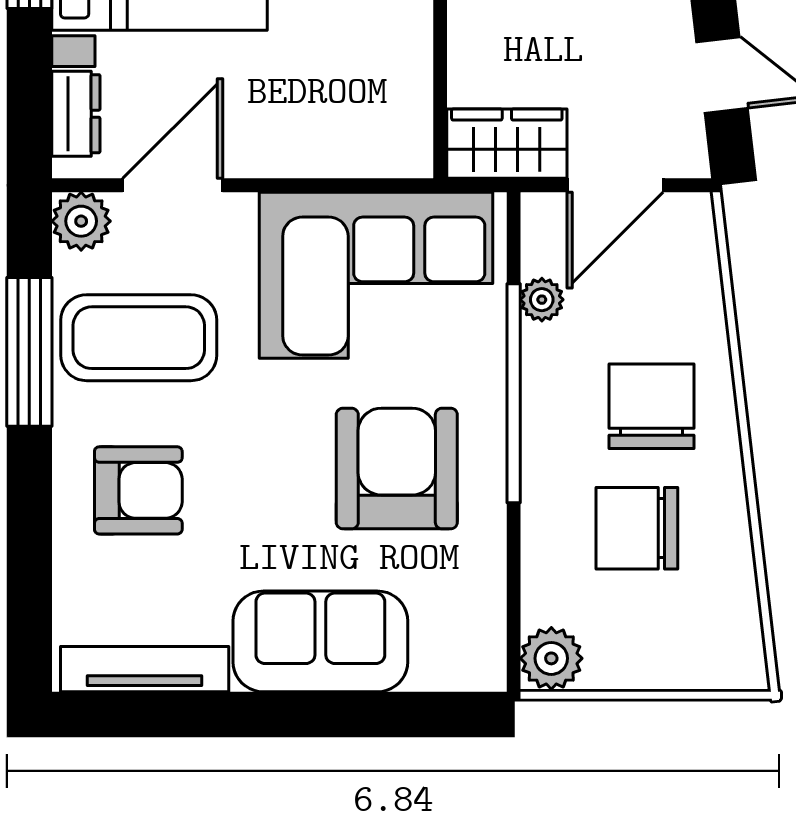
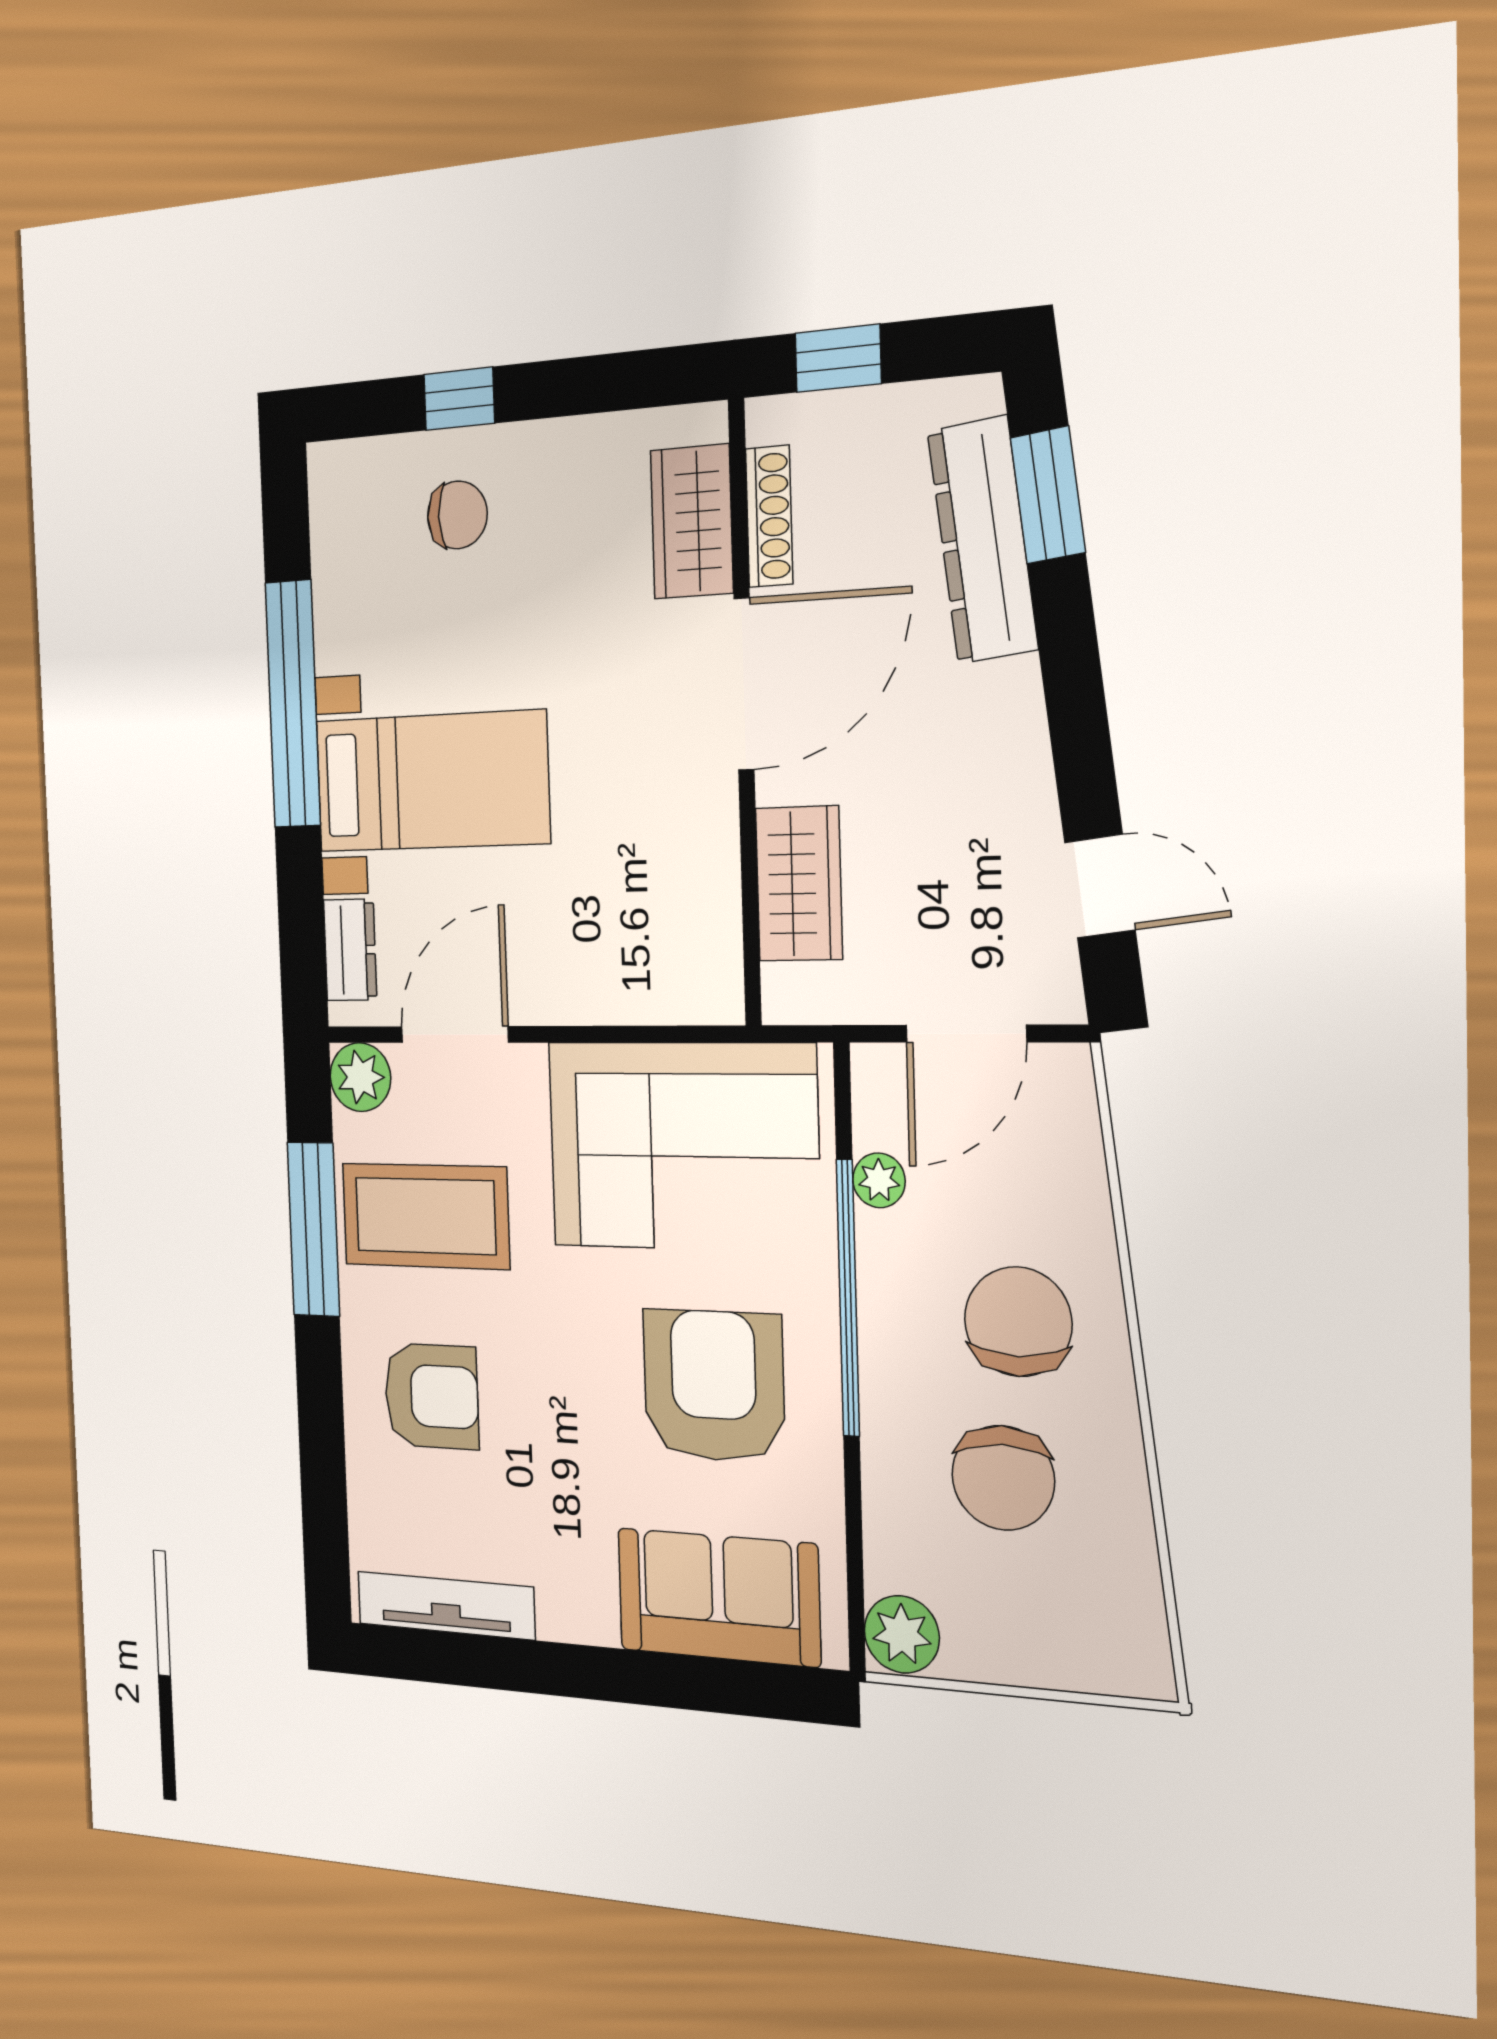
wardrobe: (507, 144) -> (799, 884), moved, turned 90
chair: (637, 528) -> (1003, 1478), turned -90
sofa: (320, 641) -> (718, 1597), moved

